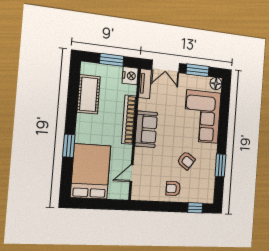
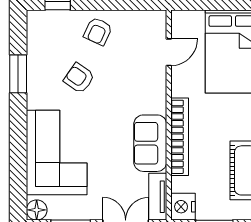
sofa: (146, 129) -> (150, 143), moved
armchair: (173, 189) -> (98, 31), turned 115

